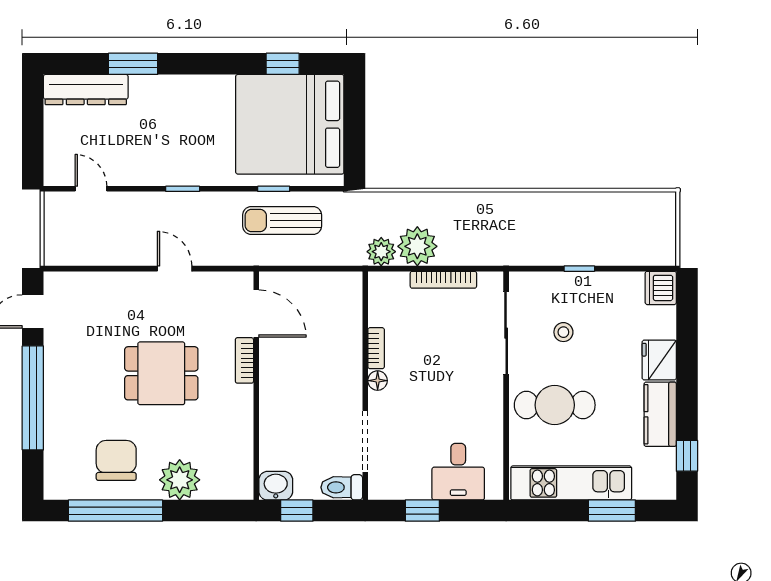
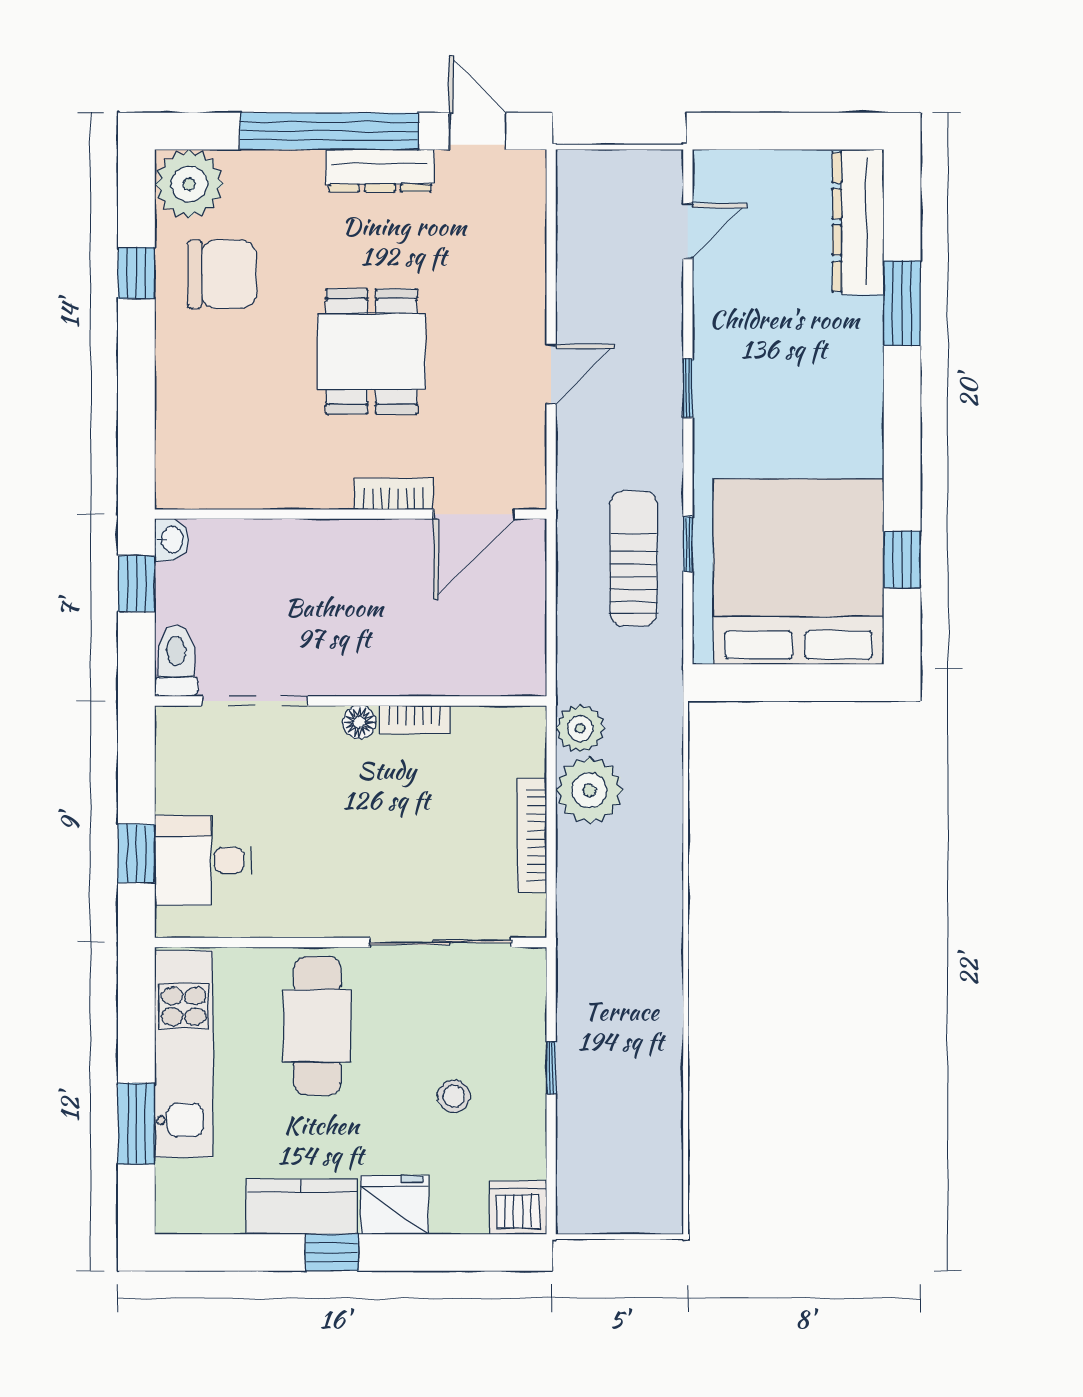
stool: (563, 332) -> (454, 1096), moved
dresser: (56, 368) -> (380, 171), added
window: (687, 456) -> (332, 1253), moved
plant: (180, 480) -> (189, 184), moved
washbasin: (276, 486) -> (171, 540), width x0.72, depth x0.69
window: (115, 511) -> (136, 273), width x0.32
window: (422, 511) -> (136, 853), moved

